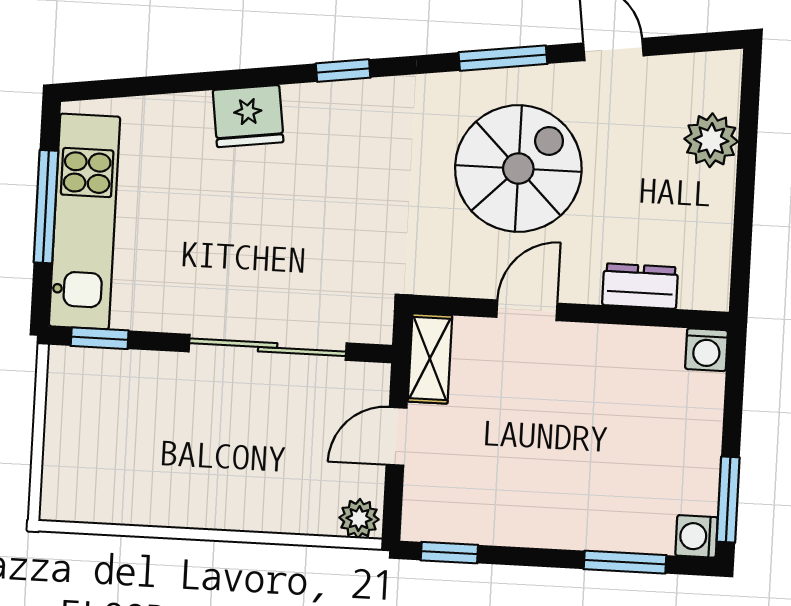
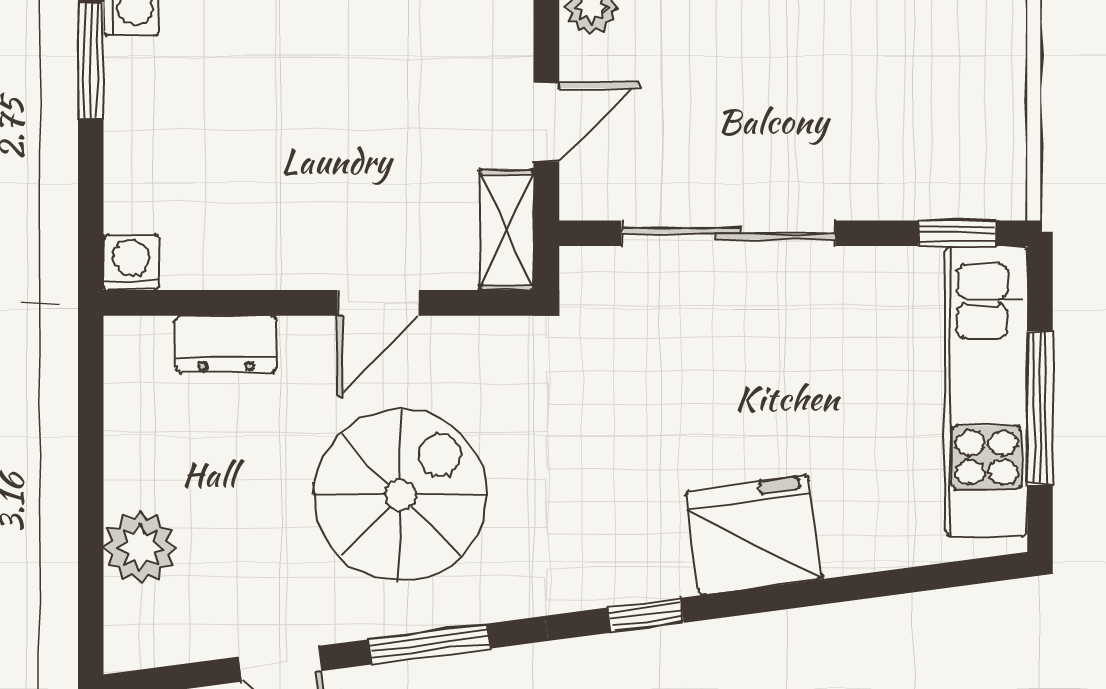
fridge: (248, 116) -> (754, 535), width x1.36, depth x1.34
spiral stairs: (518, 169) -> (400, 495), turned 180

